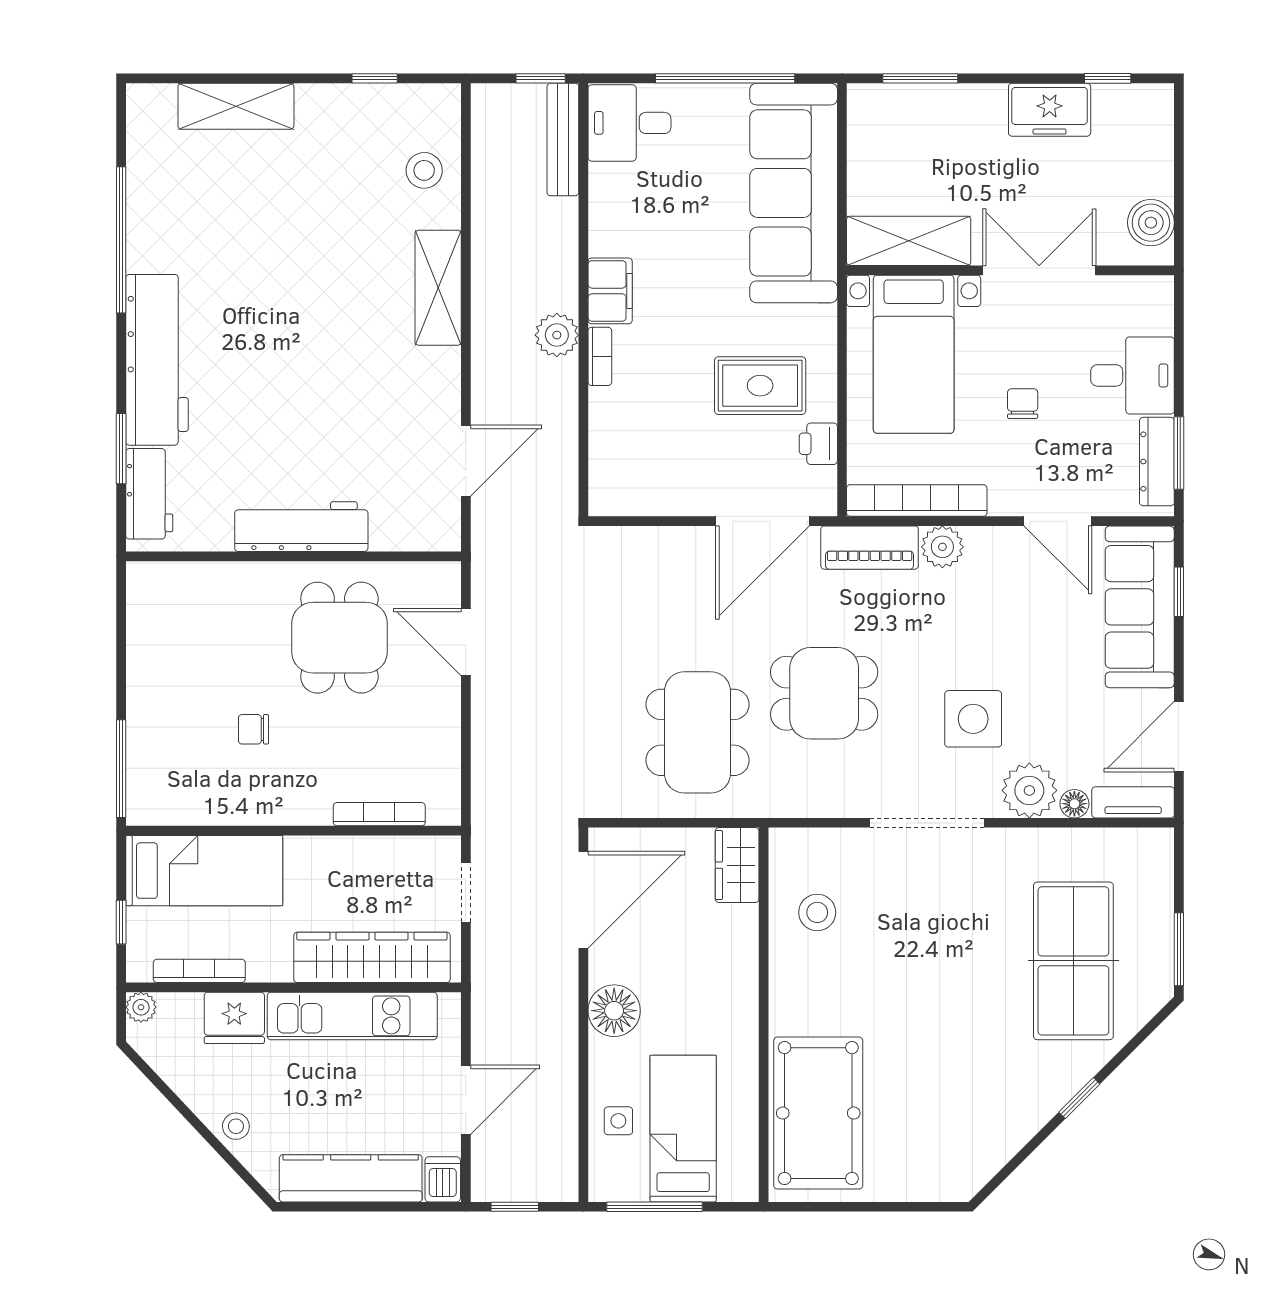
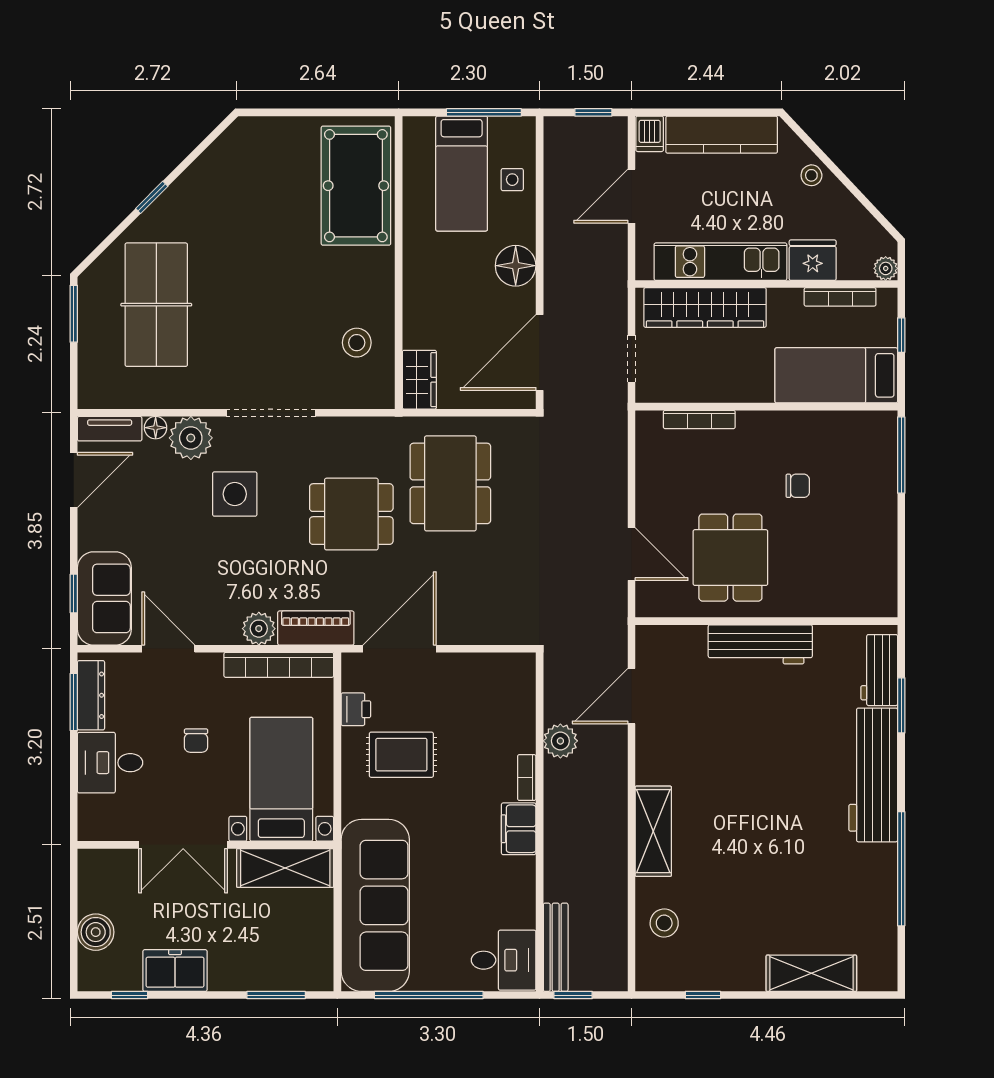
boiler: (1151, 223) -> (96, 932), moved
plant: (557, 335) -> (560, 741), moved
sofa: (1140, 607) -> (104, 598), width x0.73

